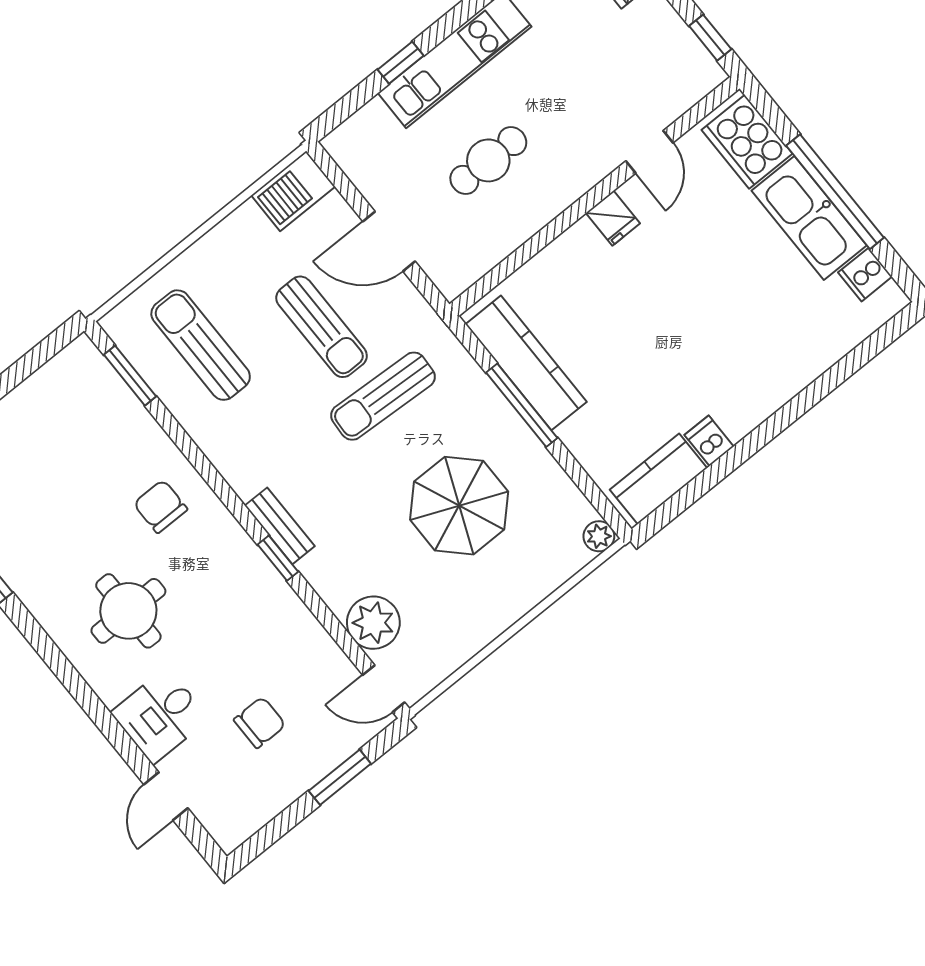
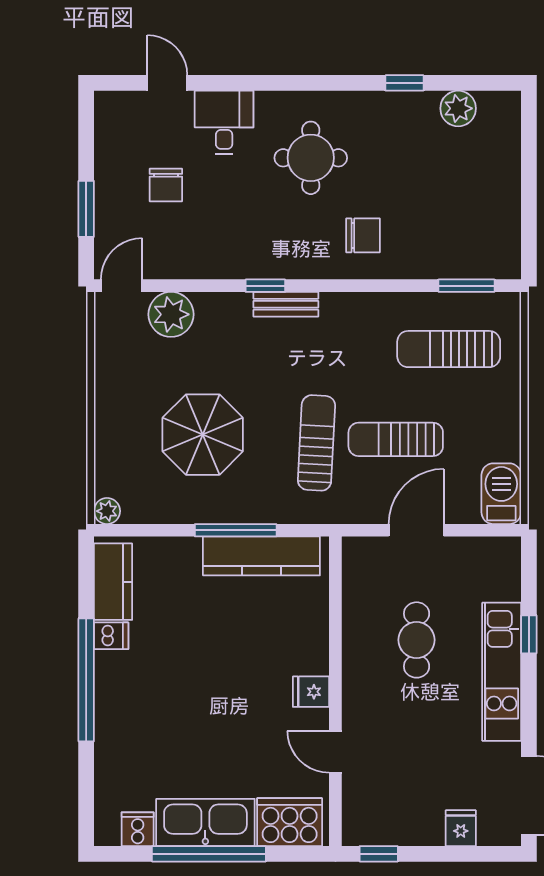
sun lounger: (201, 345) -> (449, 349), turned 180
window: (767, 431) -> (86, 680), added

